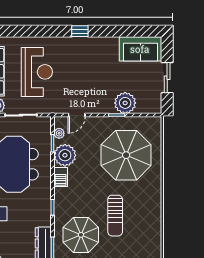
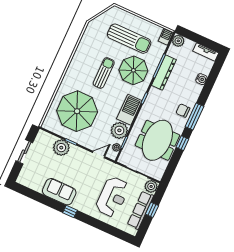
sofa: (140, 49) -> (59, 192), moved
reception desk: (37, 72) -> (113, 197), turned 180
barbecue: (61, 177) -> (129, 110), width x1.88, depth x1.53

